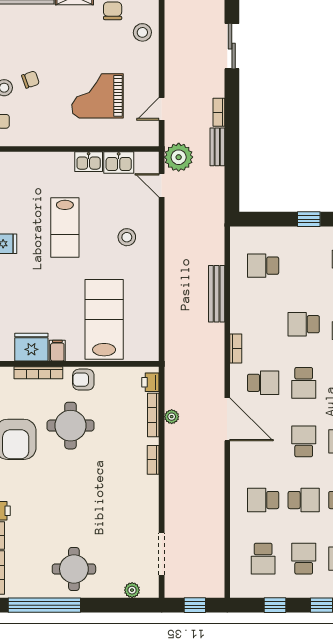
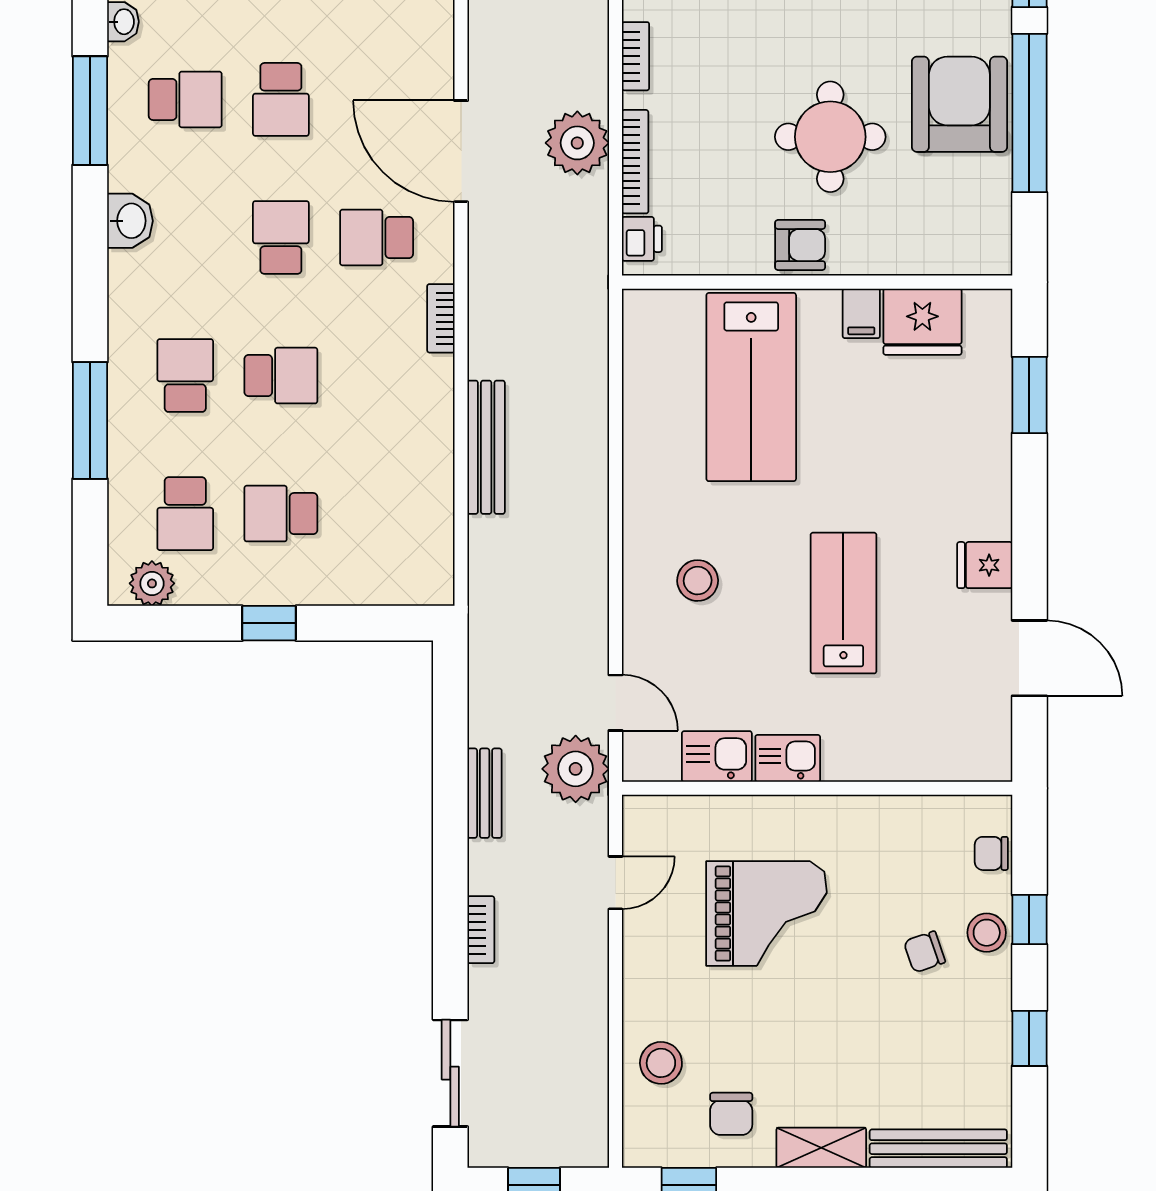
sliding door: (232, 46) -> (450, 1073), moved
bookcase: (219, 112) -> (481, 930), moved
school desk: (263, 266) -> (281, 514), moved, turned 180
bookcase: (38, 373) -> (906, 261), removed
plant: (172, 417) -> (577, 143), width x1.87, depth x1.87

